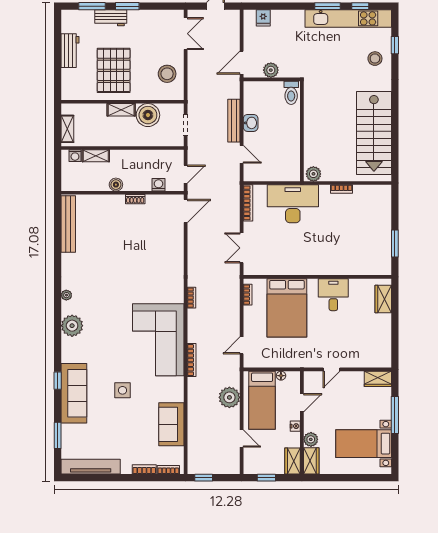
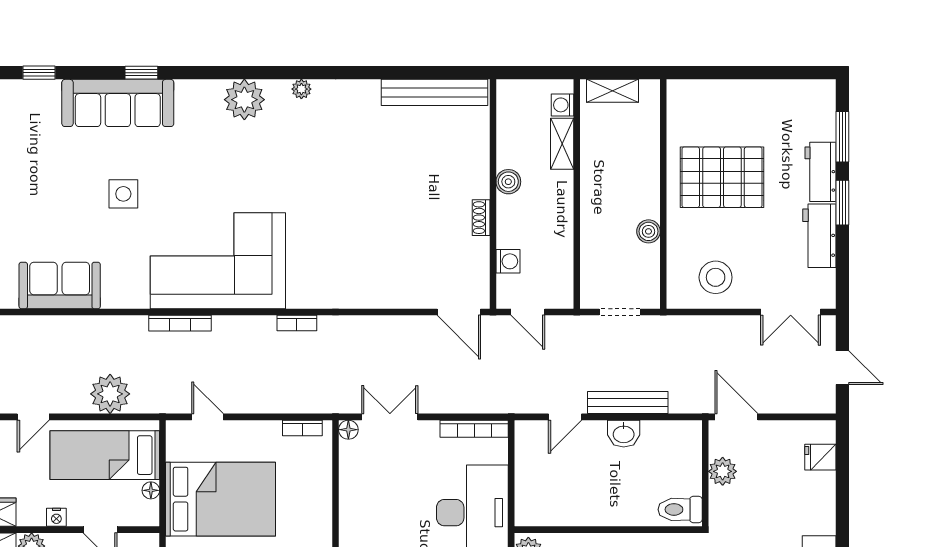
workbench: (70, 51) -> (819, 236), moved, turned 90
shelving: (121, 110) -> (648, 191), removed
boiler: (148, 115) -> (648, 231), width x0.54, depth x0.54
floor lamp: (249, 270) -> (348, 430), added
bed: (287, 308) -> (221, 499), moved, turned 180
window: (58, 435) -> (39, 73), width x0.67

